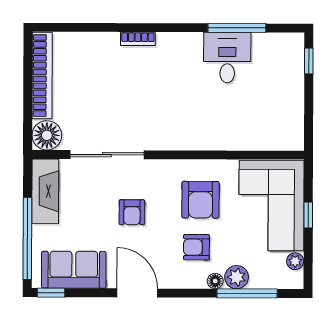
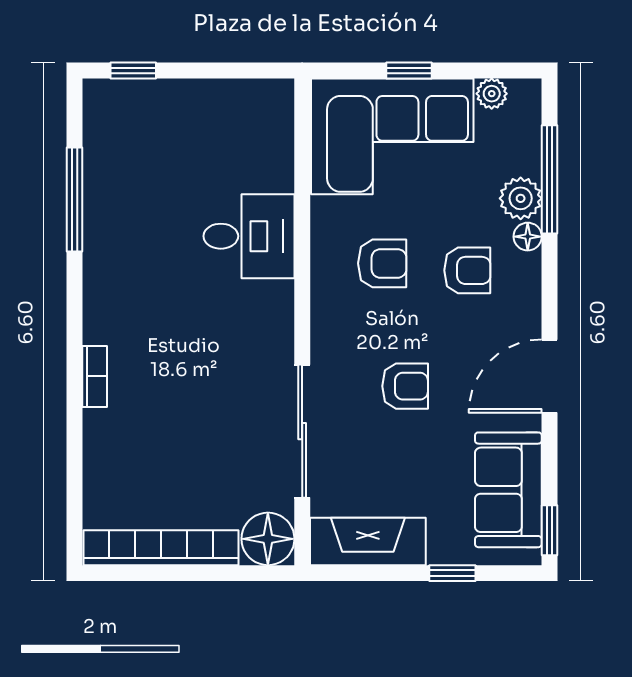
desk: (227, 58) -> (249, 236), moved, turned 180
armchair: (200, 200) -> (382, 263), width x0.72, depth x0.72
window: (27, 238) -> (452, 573), width x0.32
armchair: (196, 247) -> (467, 270), turned -90

